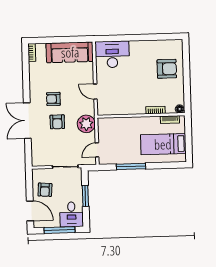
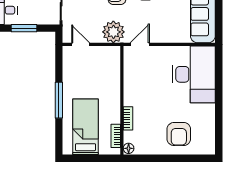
desk: (112, 54) -> (194, 74), width x1.36, depth x1.30
door: (95, 92) -> (140, 44), moved
window: (131, 166) -> (59, 100), moved

